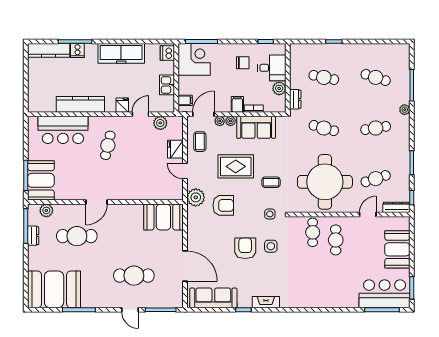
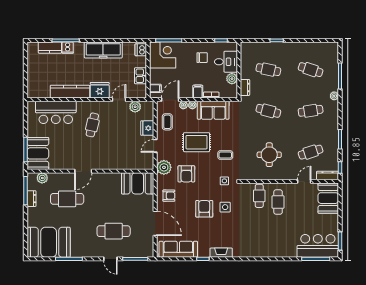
kitchen counter: (49, 50) -> (50, 48), width x0.67
fridge: (122, 105) -> (100, 90), width x1.88, depth x1.34
door: (185, 171) -> (155, 146), hinge flipped
round table: (325, 182) -> (269, 155), width x0.54, depth x0.54
armchair: (223, 205) -> (186, 174), turned 90
armchair: (202, 232) -> (169, 196), added
booth: (397, 249) -> (328, 198), moved

